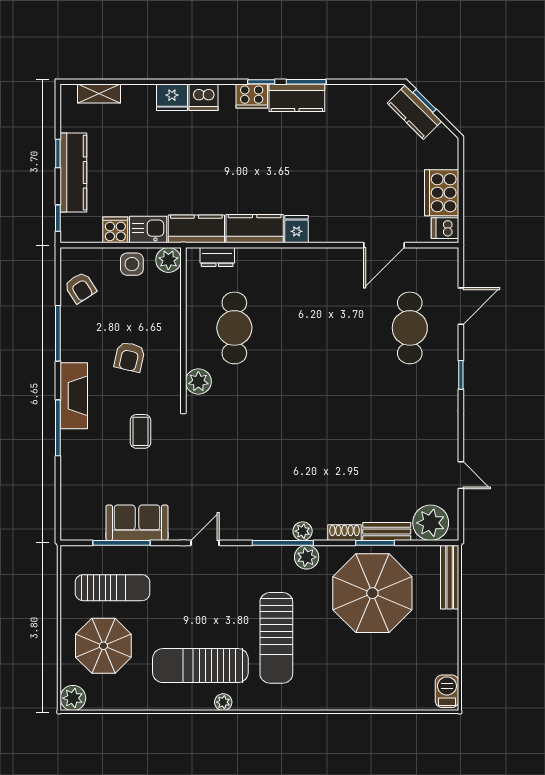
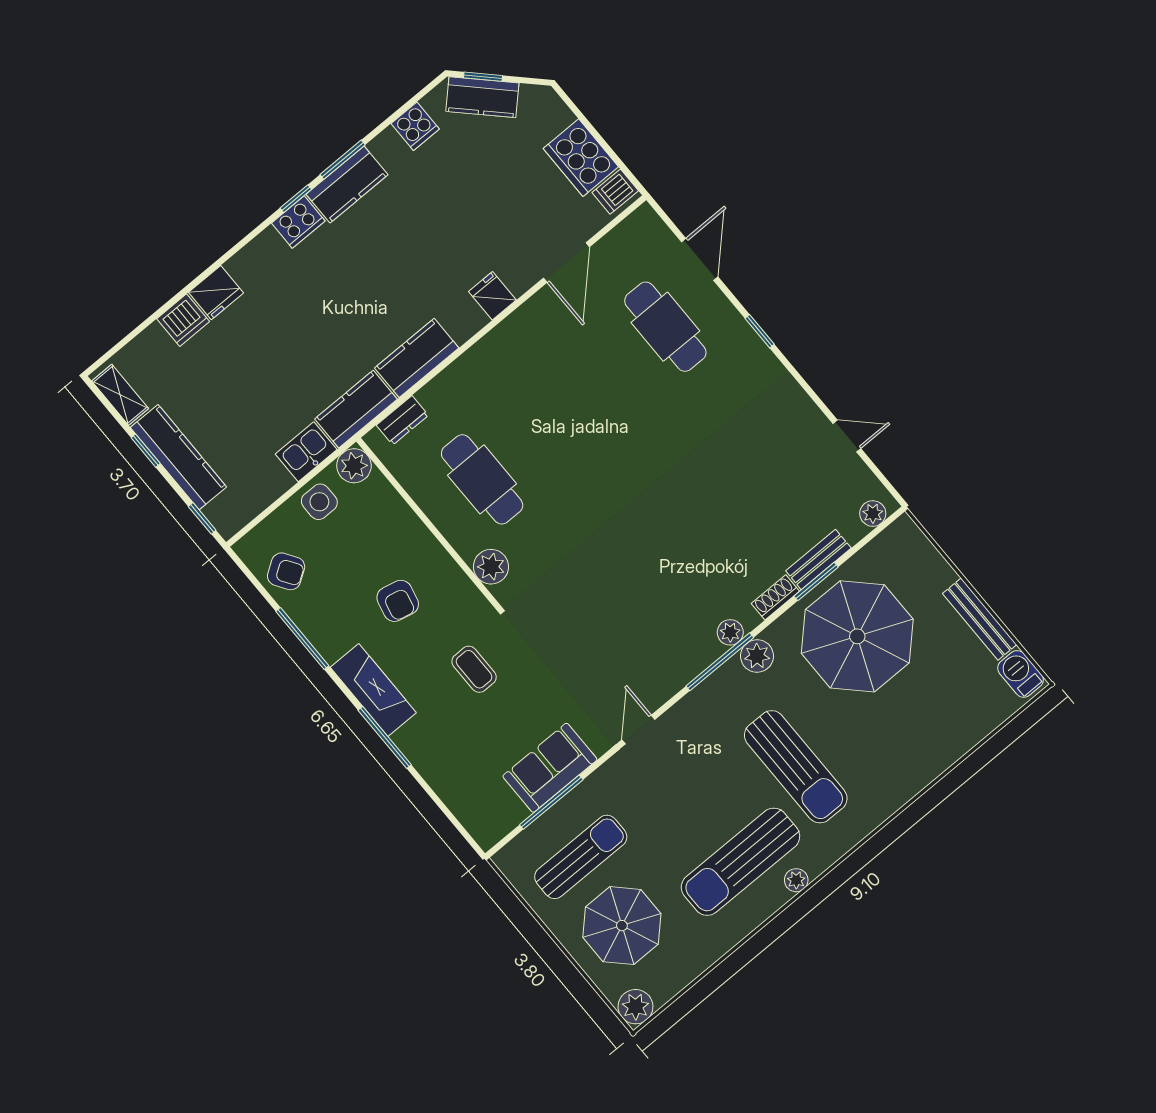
shelving: (99, 94) -> (120, 395), moved, turned 90
dishwasher: (203, 97) -> (183, 320), moved
fridge: (297, 229) -> (492, 296), moved
cooker: (115, 230) -> (415, 126), moved, turned 180
plant: (431, 523) -> (873, 514), width x0.53, depth x0.53
bench: (450, 577) -> (980, 619), moved

